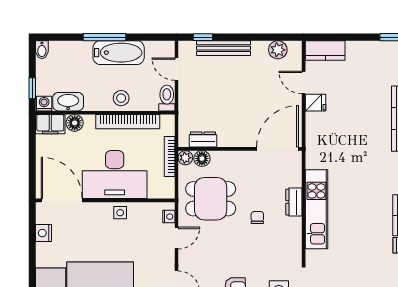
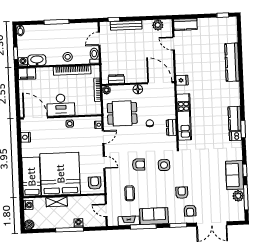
bathtub: (119, 53) -> (65, 30), removed
door: (176, 69) -> (99, 39), hinge flipped
fridge: (315, 103) -> (182, 80), moved
floor lamp: (75, 123) -> (41, 72), removed
door: (277, 149) -> (160, 83), hinge flipped
floor lamp: (202, 159) -> (138, 89), moved
desk: (115, 175) -> (61, 105), width x0.73, depth x0.77
dresser: (294, 202) -> (171, 127), moved

